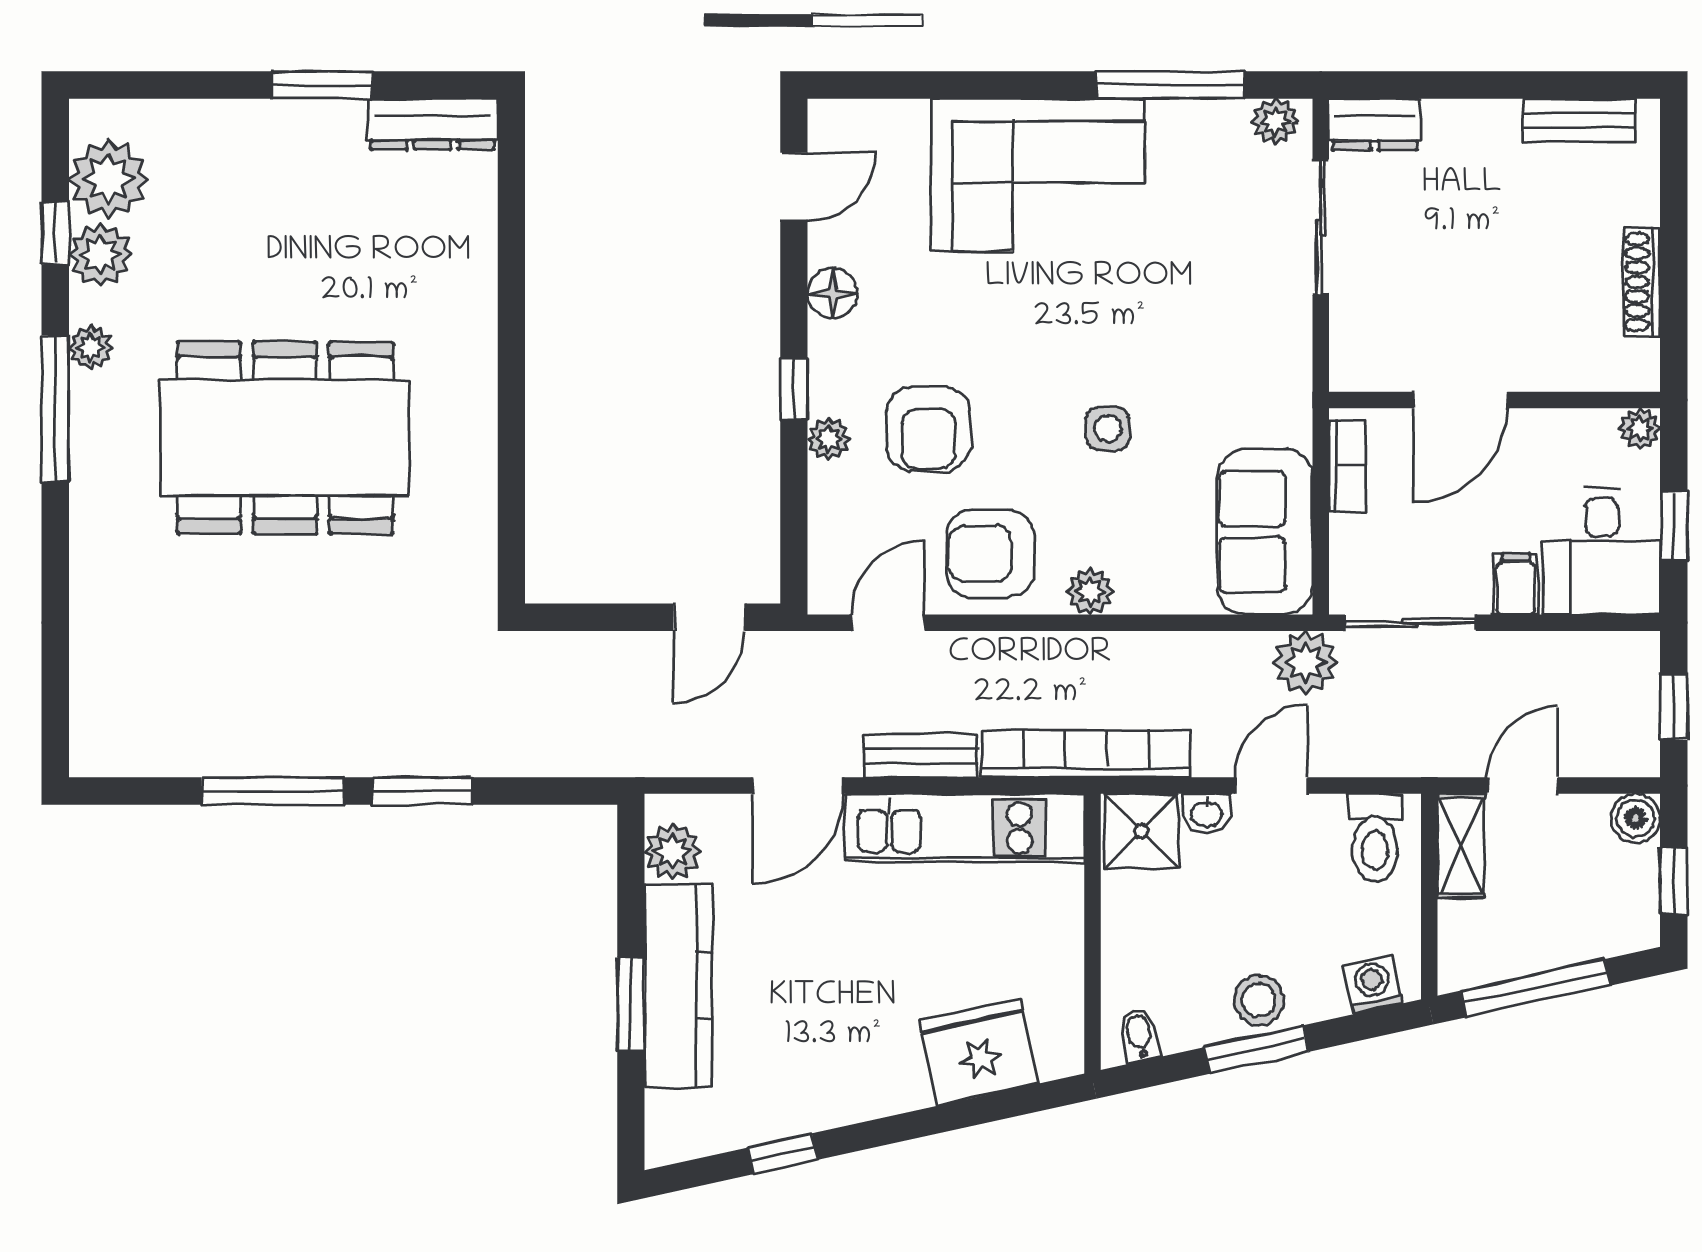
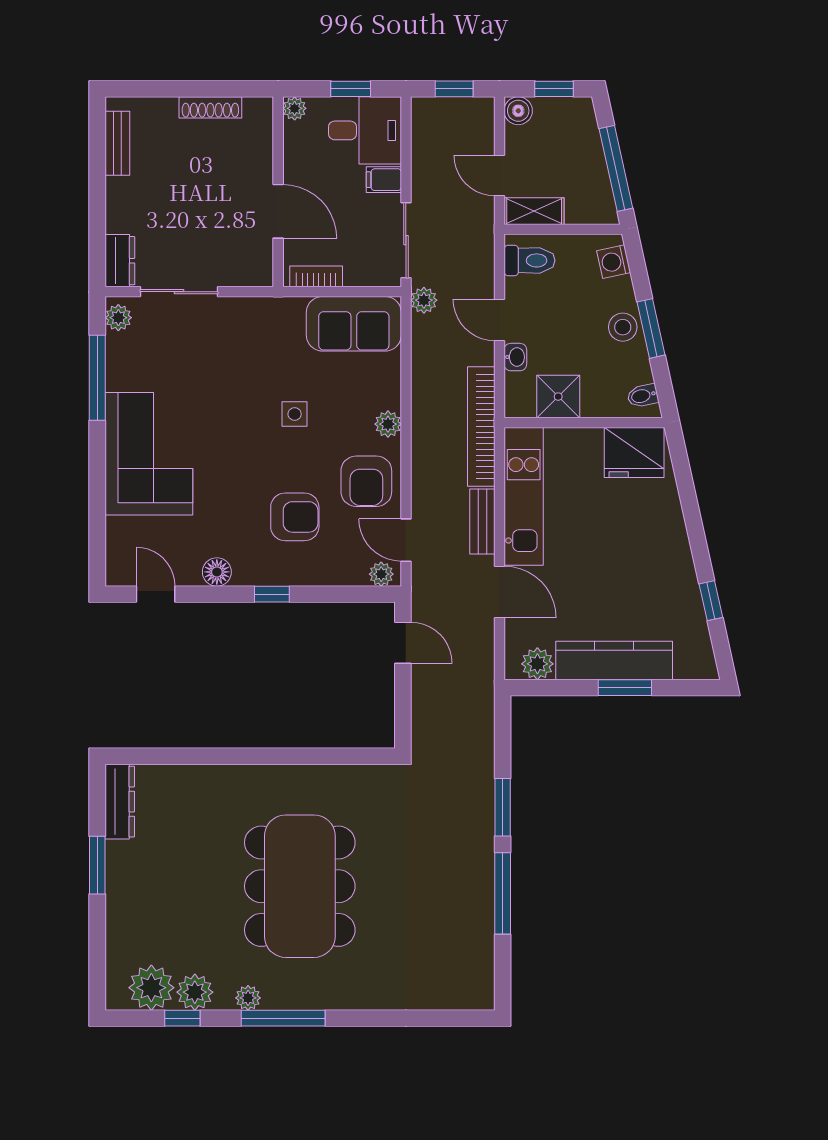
plant: (829, 439) -> (381, 574), moved
plant: (1306, 662) -> (424, 300), width x0.73, depth x0.73
shower: (1141, 831) -> (558, 397), moved
fridge: (979, 1052) -> (634, 452), moved, turned -78

